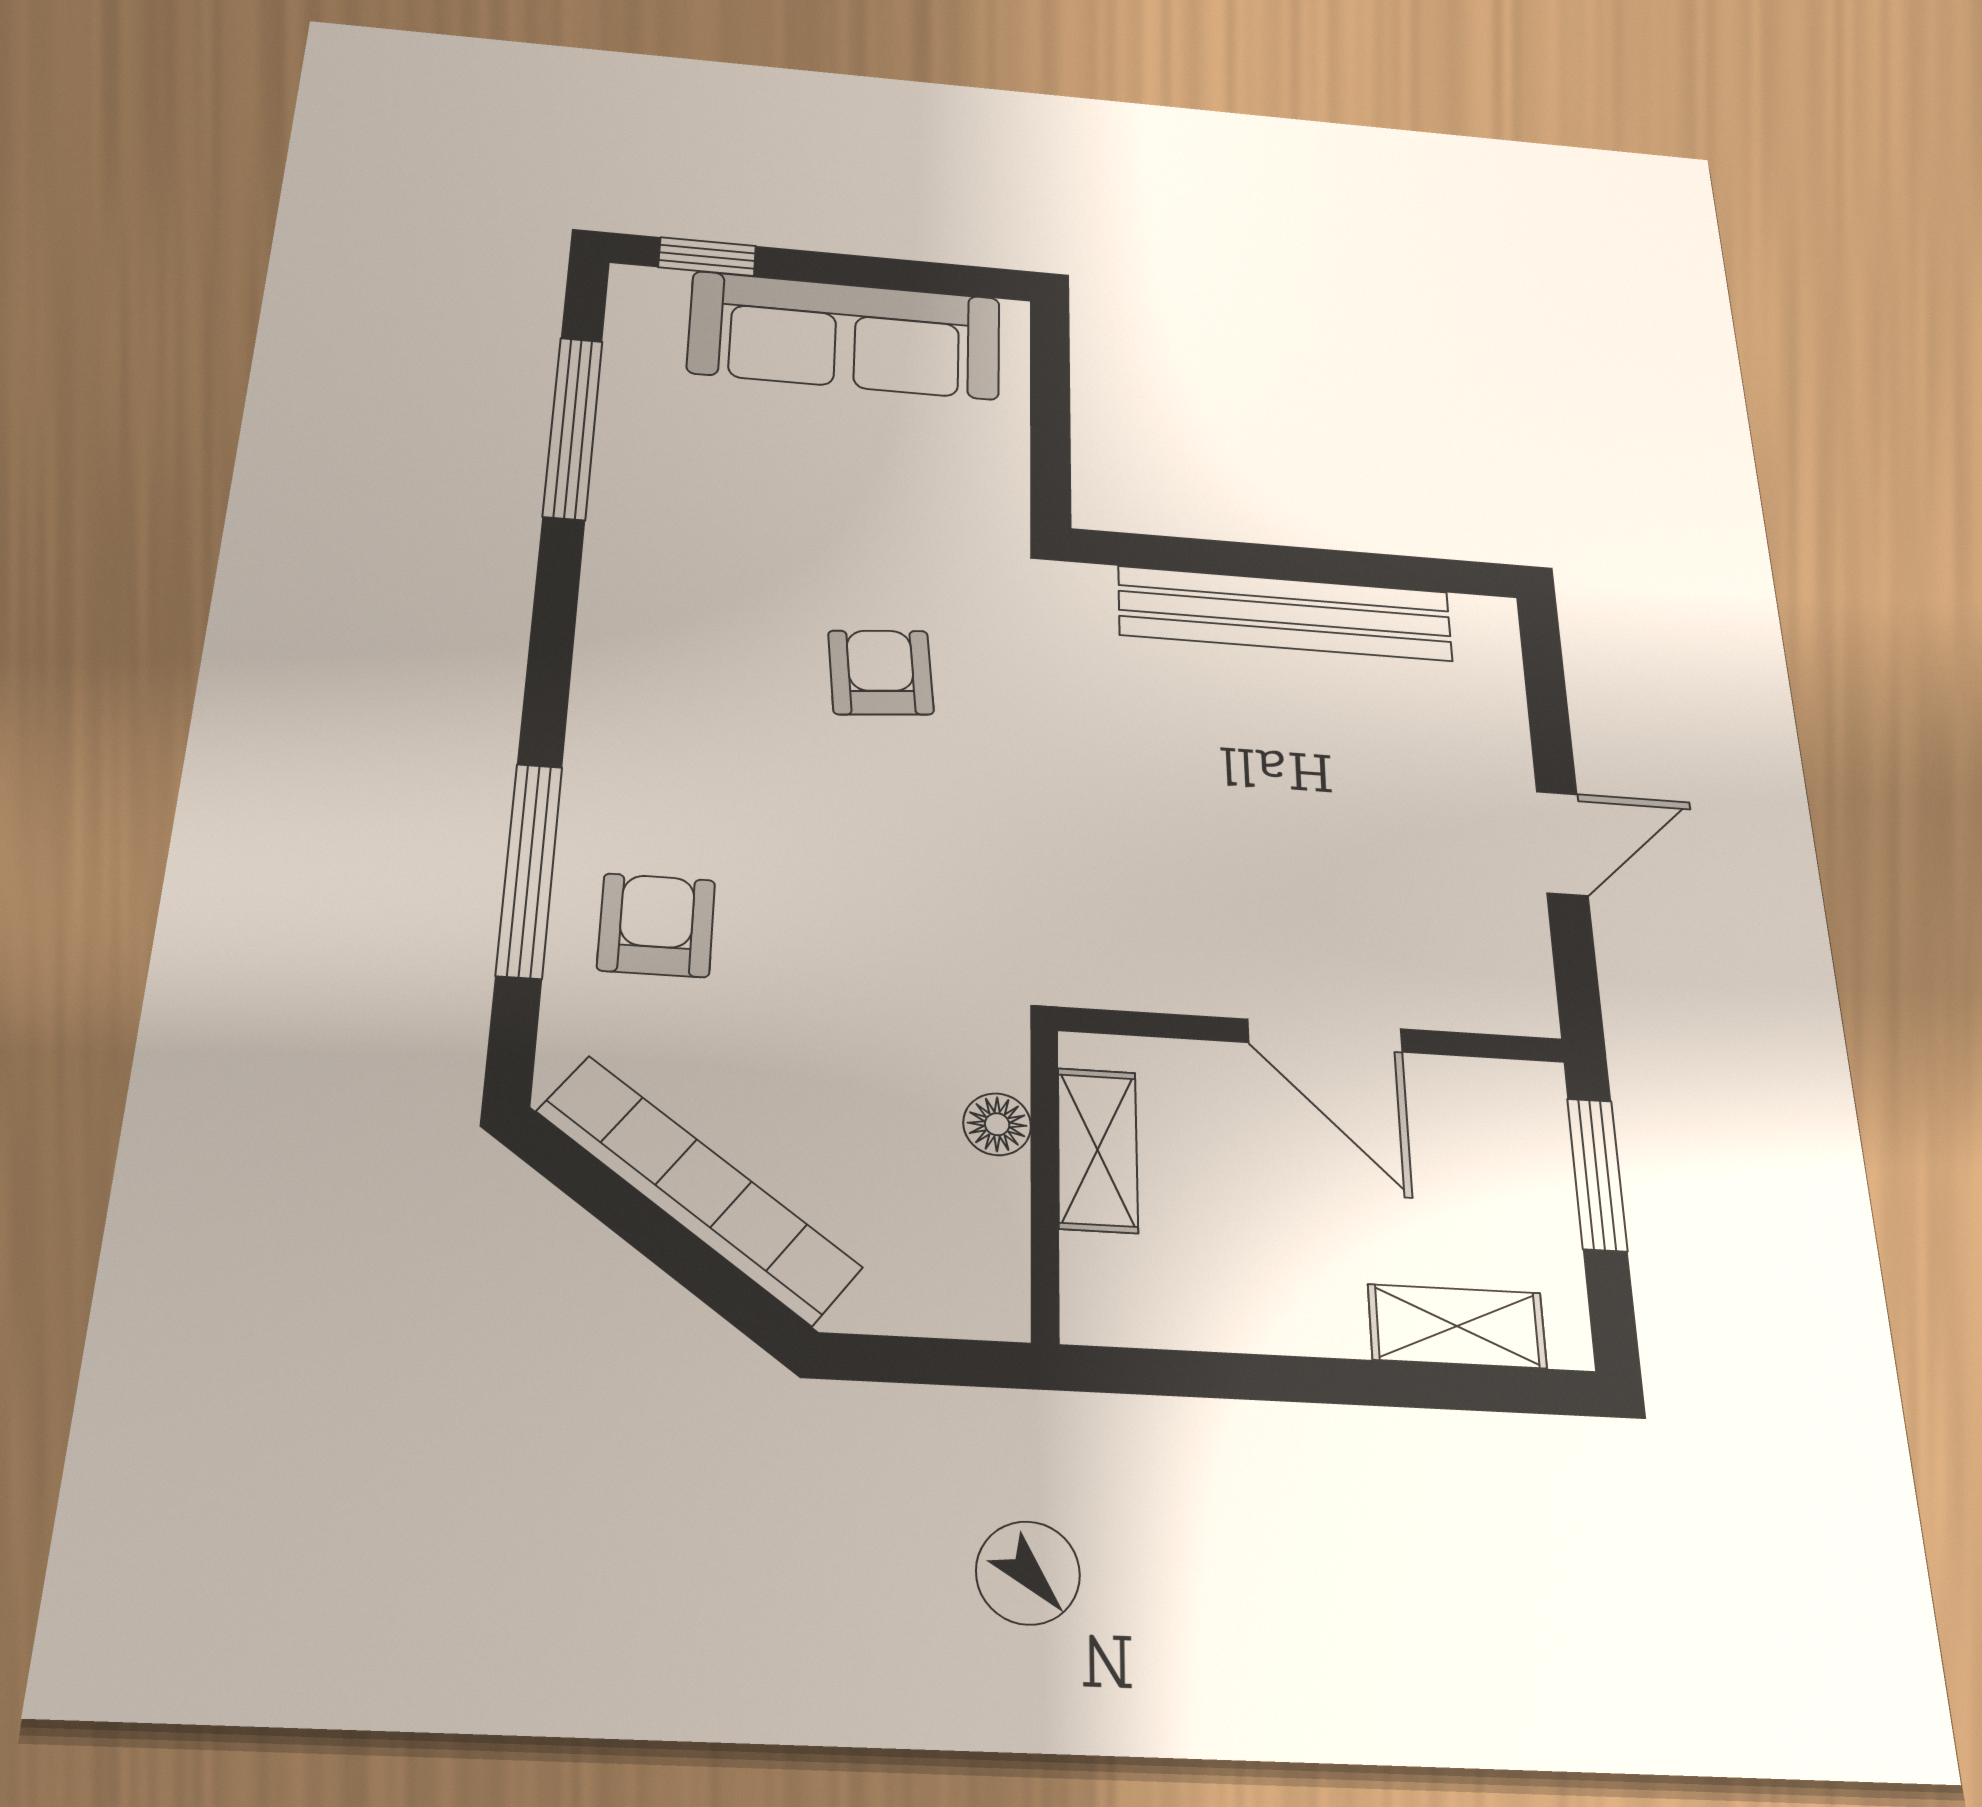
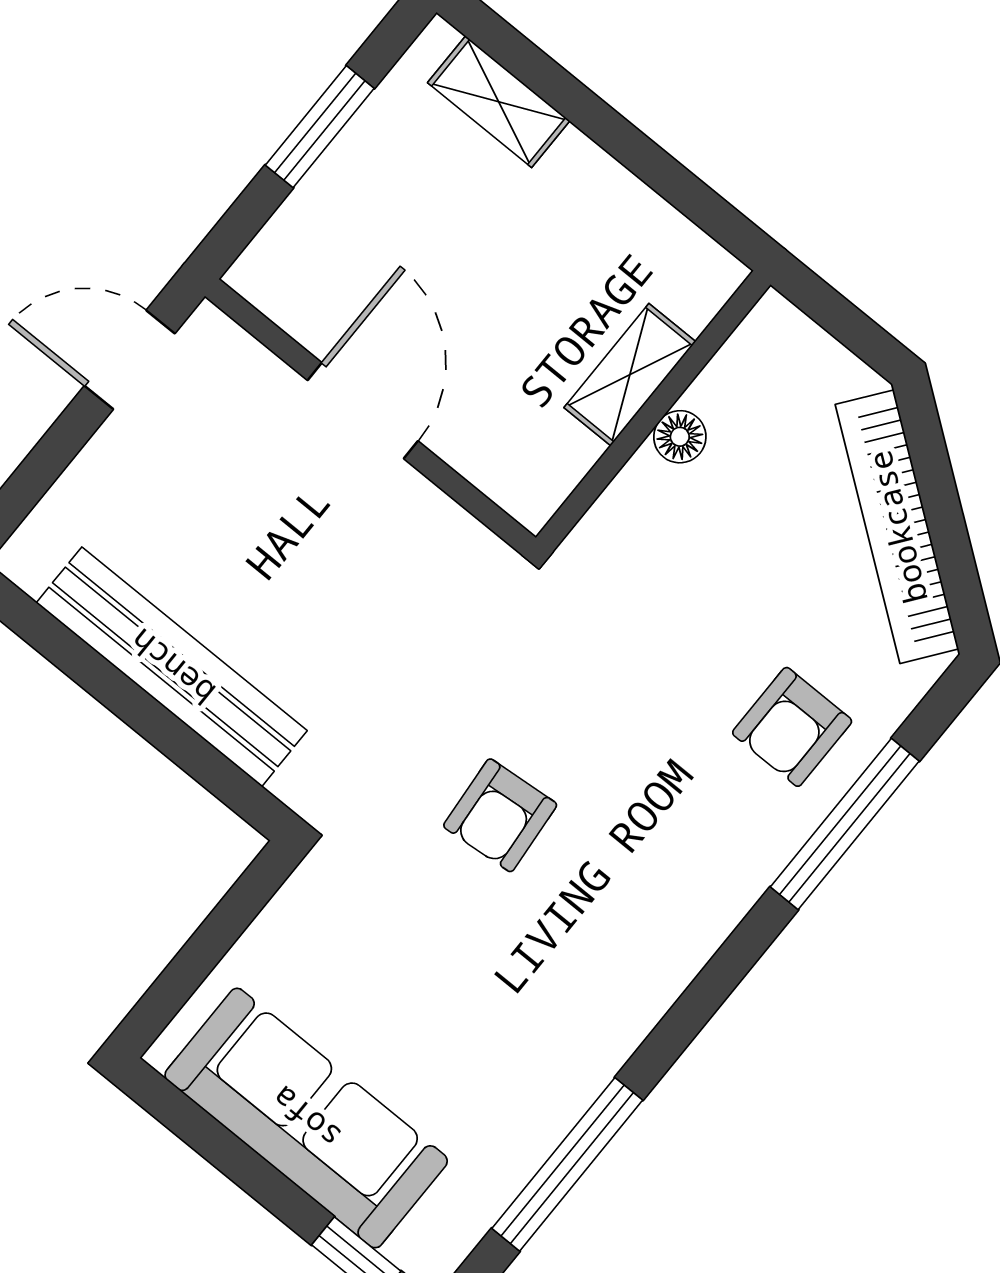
wall: (1313, 1035) -> (370, 417), moved
door: (1325, 1036) -> (363, 411), moved

